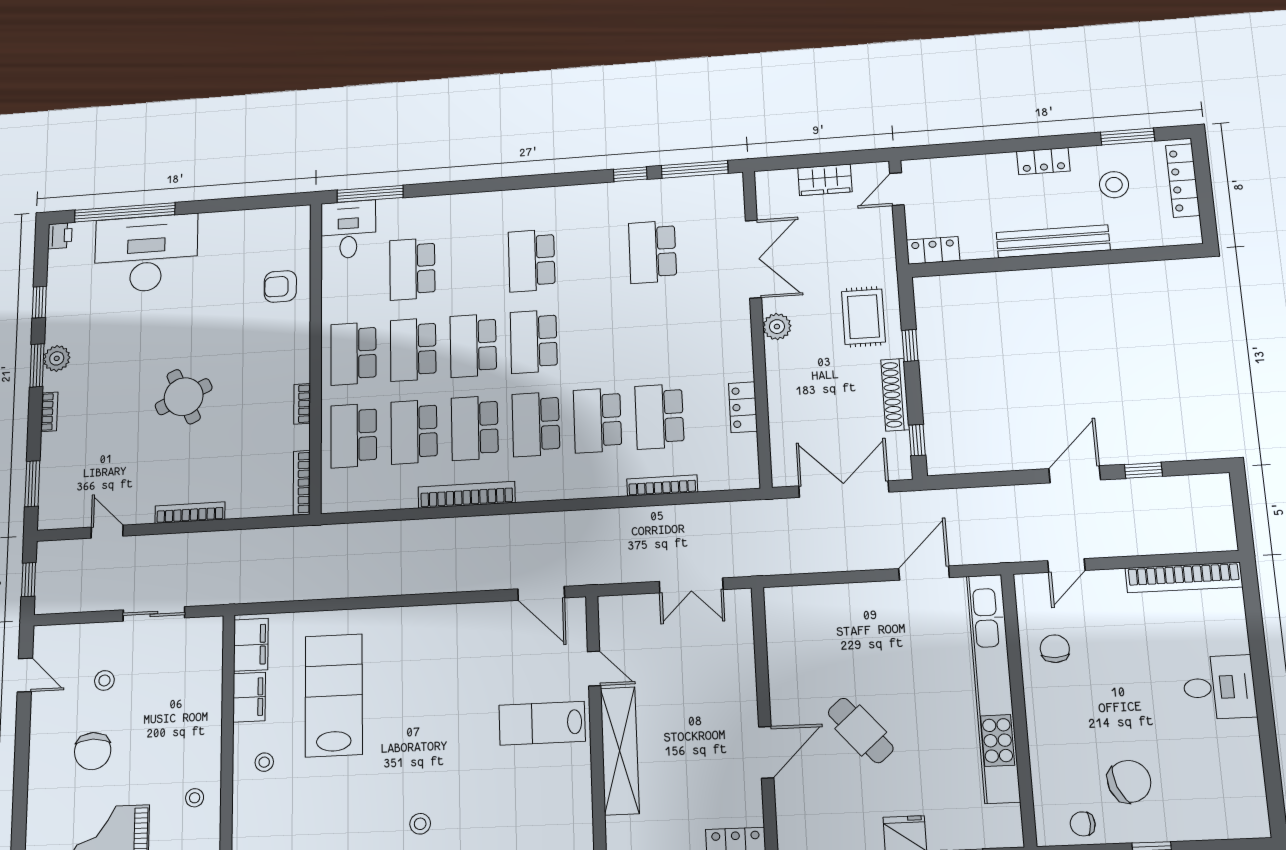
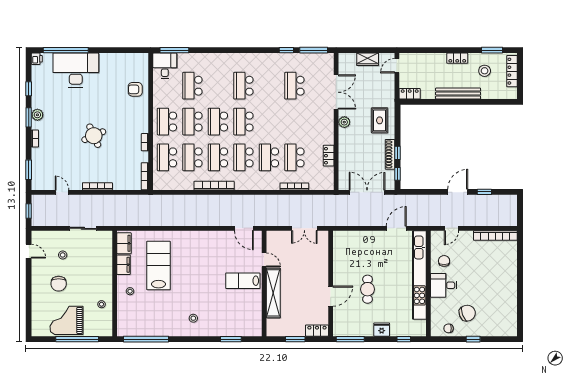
window: (910, 345) -> (397, 153), moved
desk: (1219, 687) -> (444, 285), moved, turned 180
cafe table: (861, 730) -> (368, 289), turned 41

